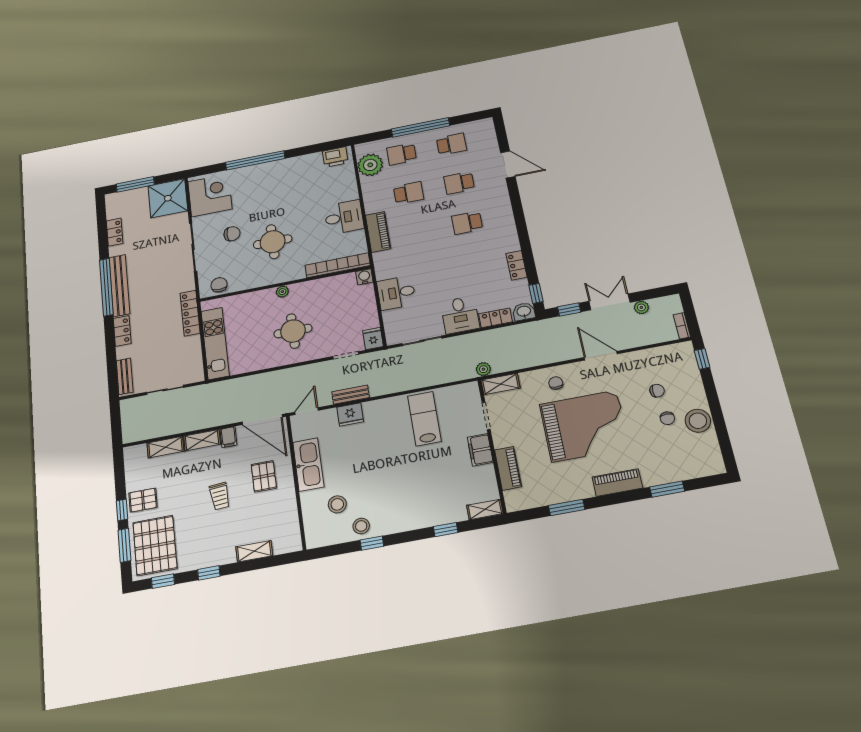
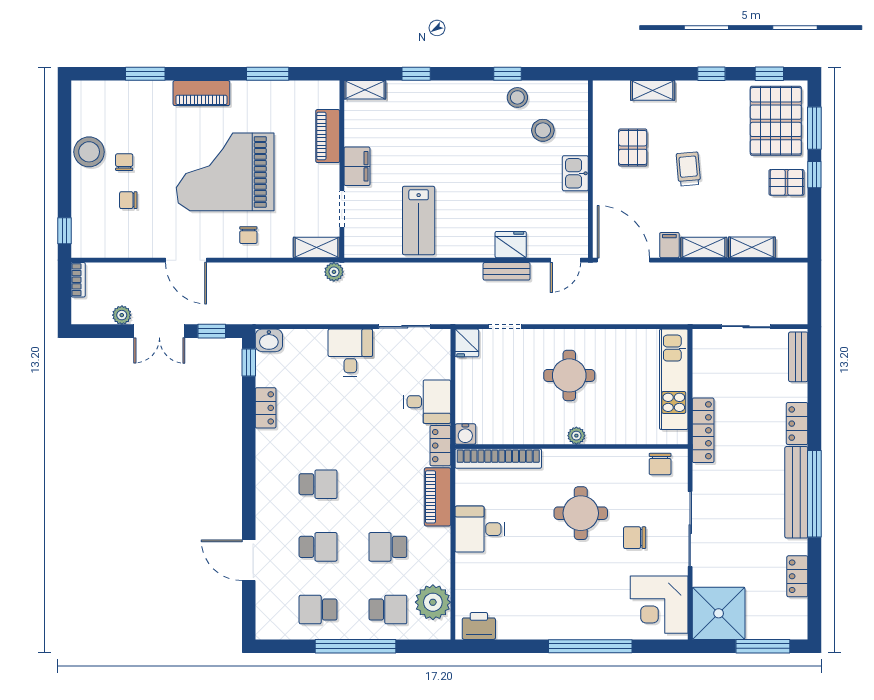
locker: (496, 318) -> (440, 446), moved, turned 90
kitchen sink: (308, 464) -> (575, 173), width x0.53, depth x0.81
pallet: (264, 476) -> (633, 148), moved

